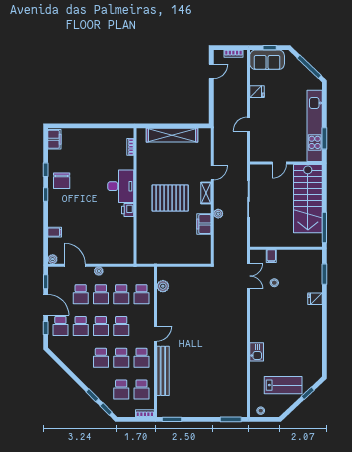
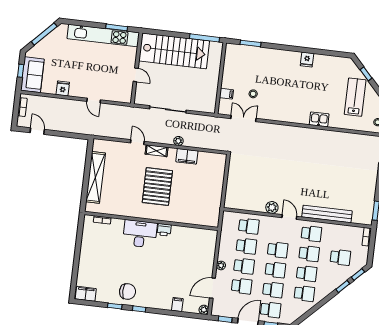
plant: (163, 286) -> (272, 207), moved
fridge: (315, 299) -> (307, 60), moved
school desk: (141, 389) -> (304, 294), moved

